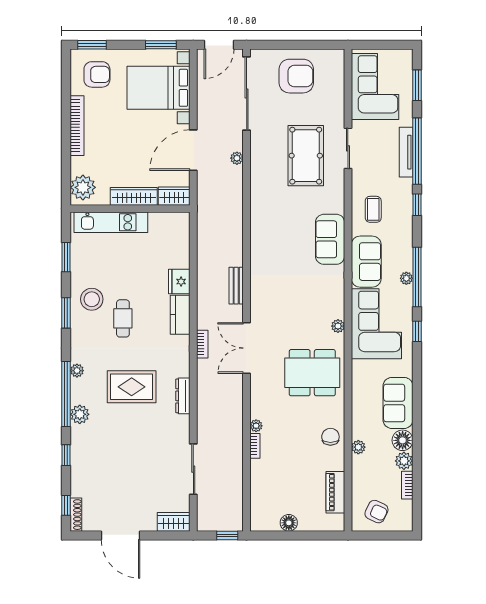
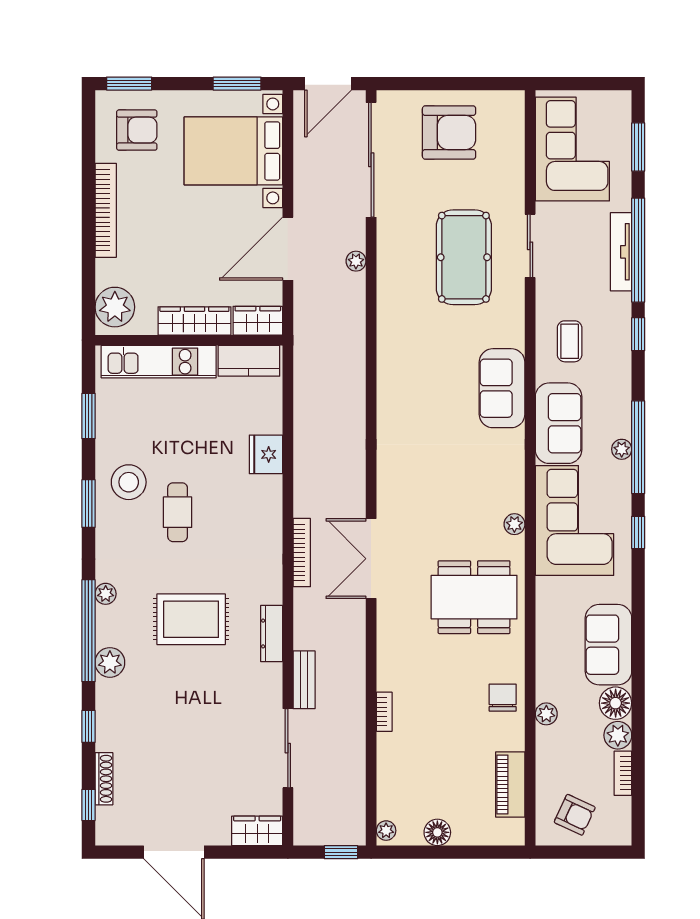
bench: (236, 286) -> (304, 680), moved
kitchen counter: (180, 315) -> (249, 361), moved, turned -90
bookcase: (202, 344) -> (302, 553), width x1.56
plant: (256, 426) -> (386, 831), moved
shoe rack: (76, 515) -> (104, 779), moved

